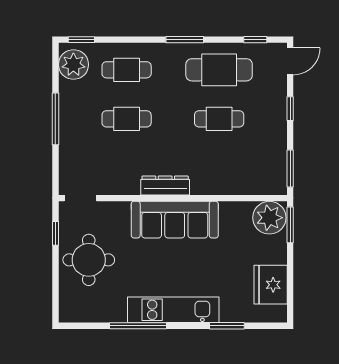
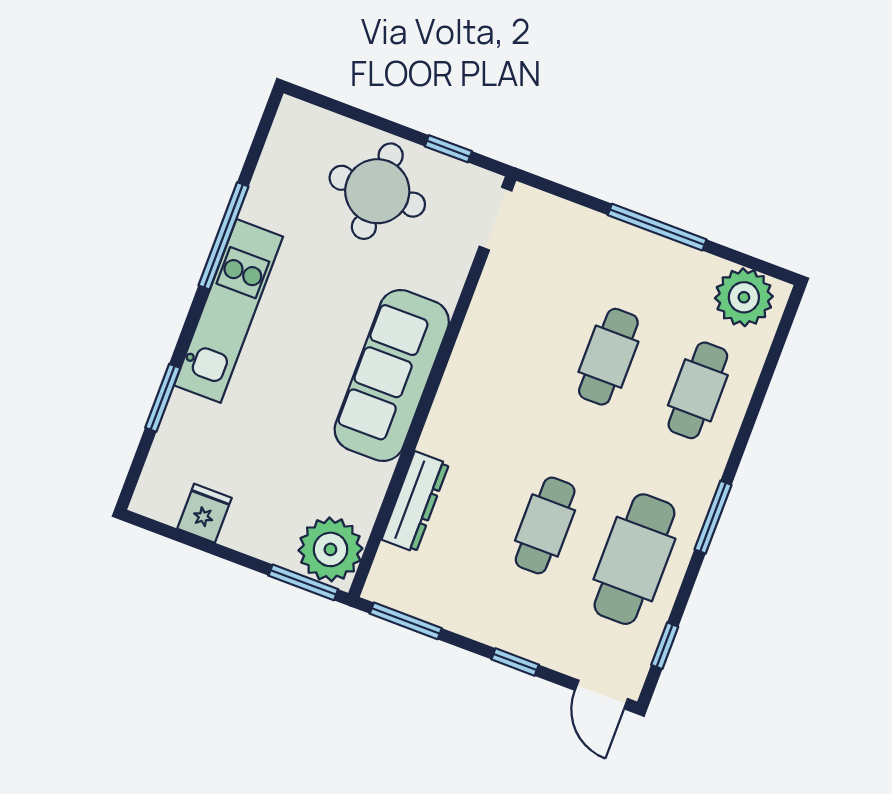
window: (81, 40) -> (784, 329), removed
dresser: (165, 186) -> (415, 502), moved
fridge: (271, 285) -> (205, 513), width x0.53, depth x0.75

